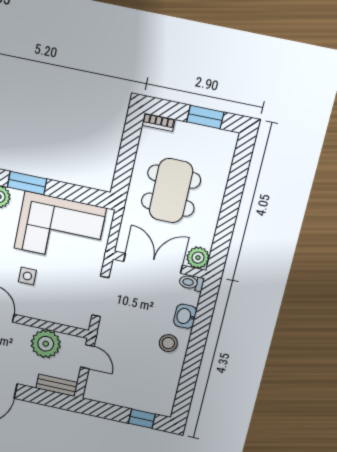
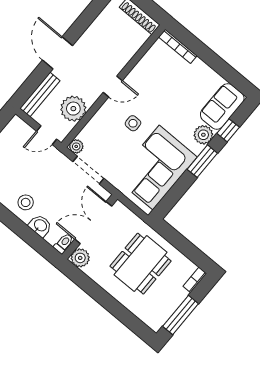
window: (205, 117) -> (181, 315), width x1.44
dining table: (171, 191) -> (141, 264), turned 90
double door: (153, 263) -> (93, 223), swing flipped
plant: (83, 321) -> (76, 146), added
bench: (57, 385) -> (40, 94), width x1.36

